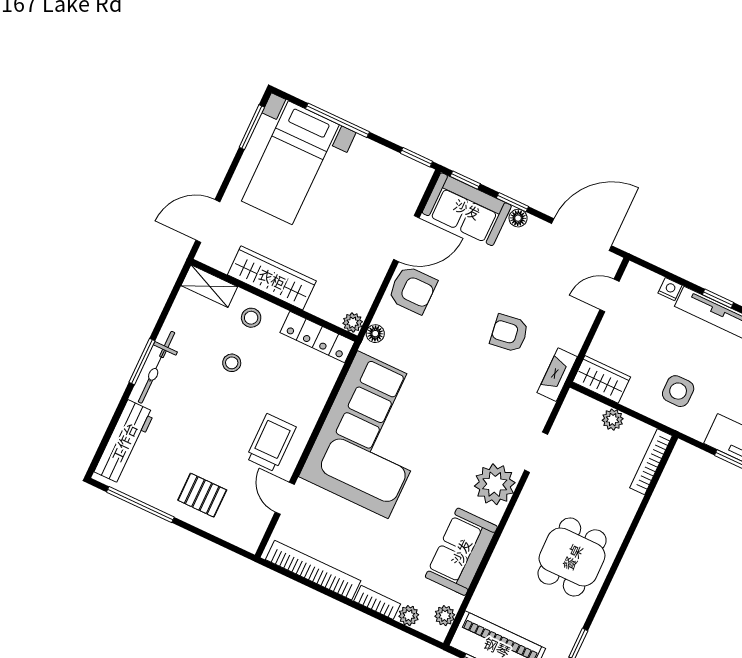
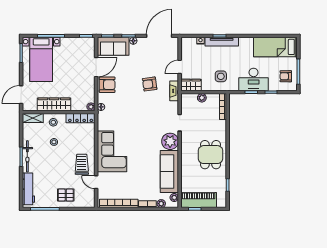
door: (609, 295) -> (180, 67), moved
corner sofa: (373, 435) -> (112, 151), width x0.73, depth x0.74
sofa: (461, 552) -> (169, 172), width x1.36

